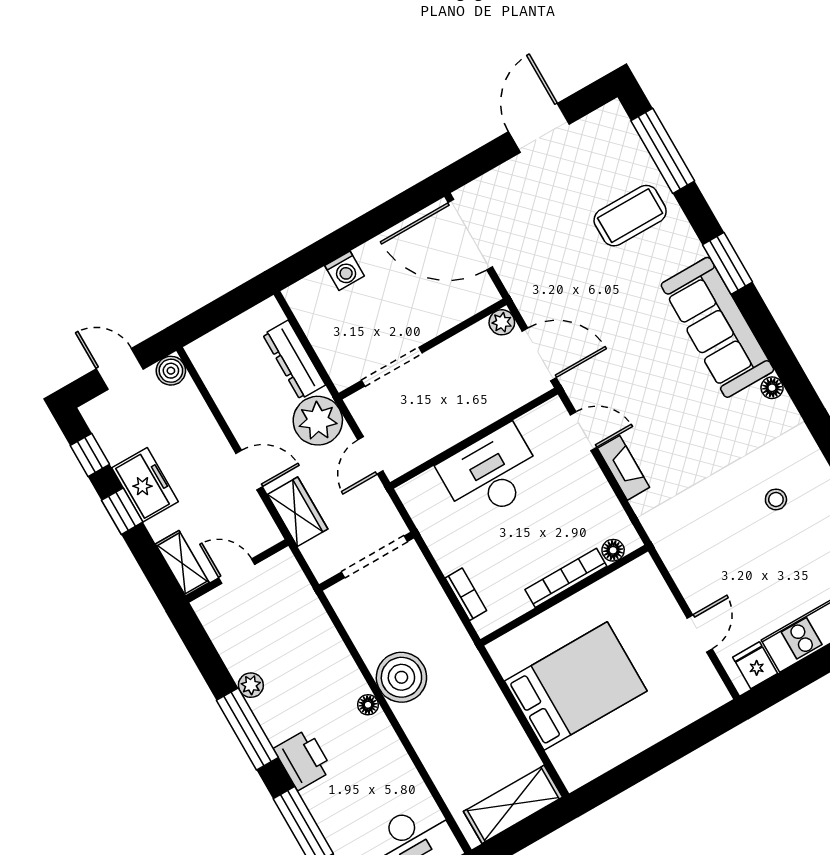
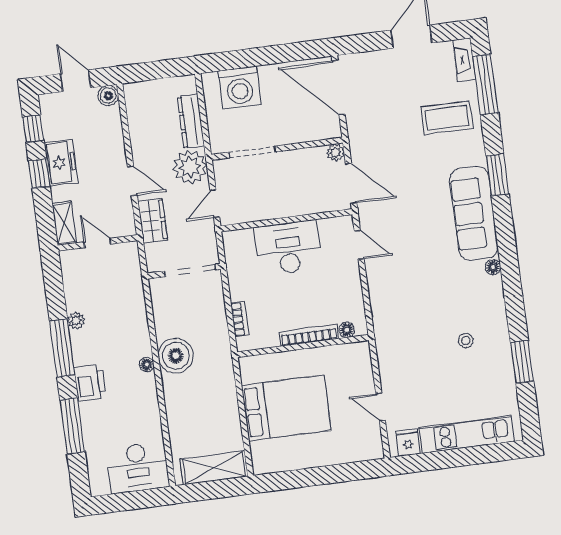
washing machine: (345, 271) -> (240, 87), width x1.89, depth x1.89
fireplace: (624, 468) -> (464, 60), moved, turned 180
door: (700, 633) -> (381, 407), swing flipped

